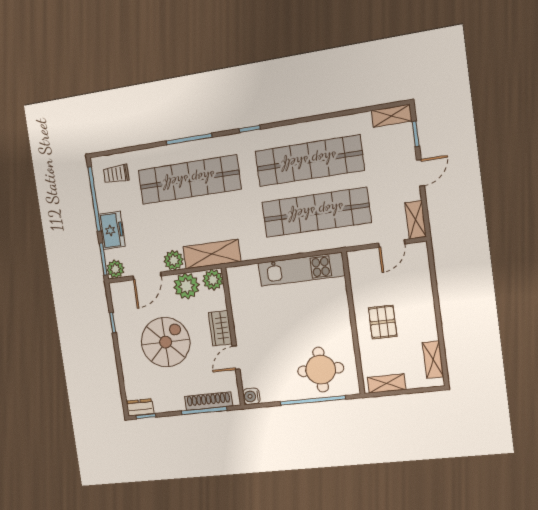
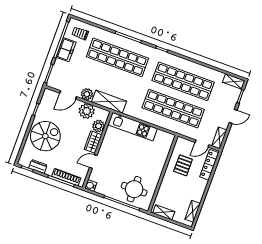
freezer: (112, 230) -> (66, 50), moved
plant: (115, 269) -> (53, 82), removed
kitchen unit: (301, 269) -> (133, 127), moved
locker: (421, 271) -> (209, 165), added
plant: (213, 280) -> (98, 126), moved
pallet: (383, 322) -> (183, 165), moved
spiral stairs: (166, 342) -> (45, 136), moved
dresser: (140, 407) -> (38, 167), moved

